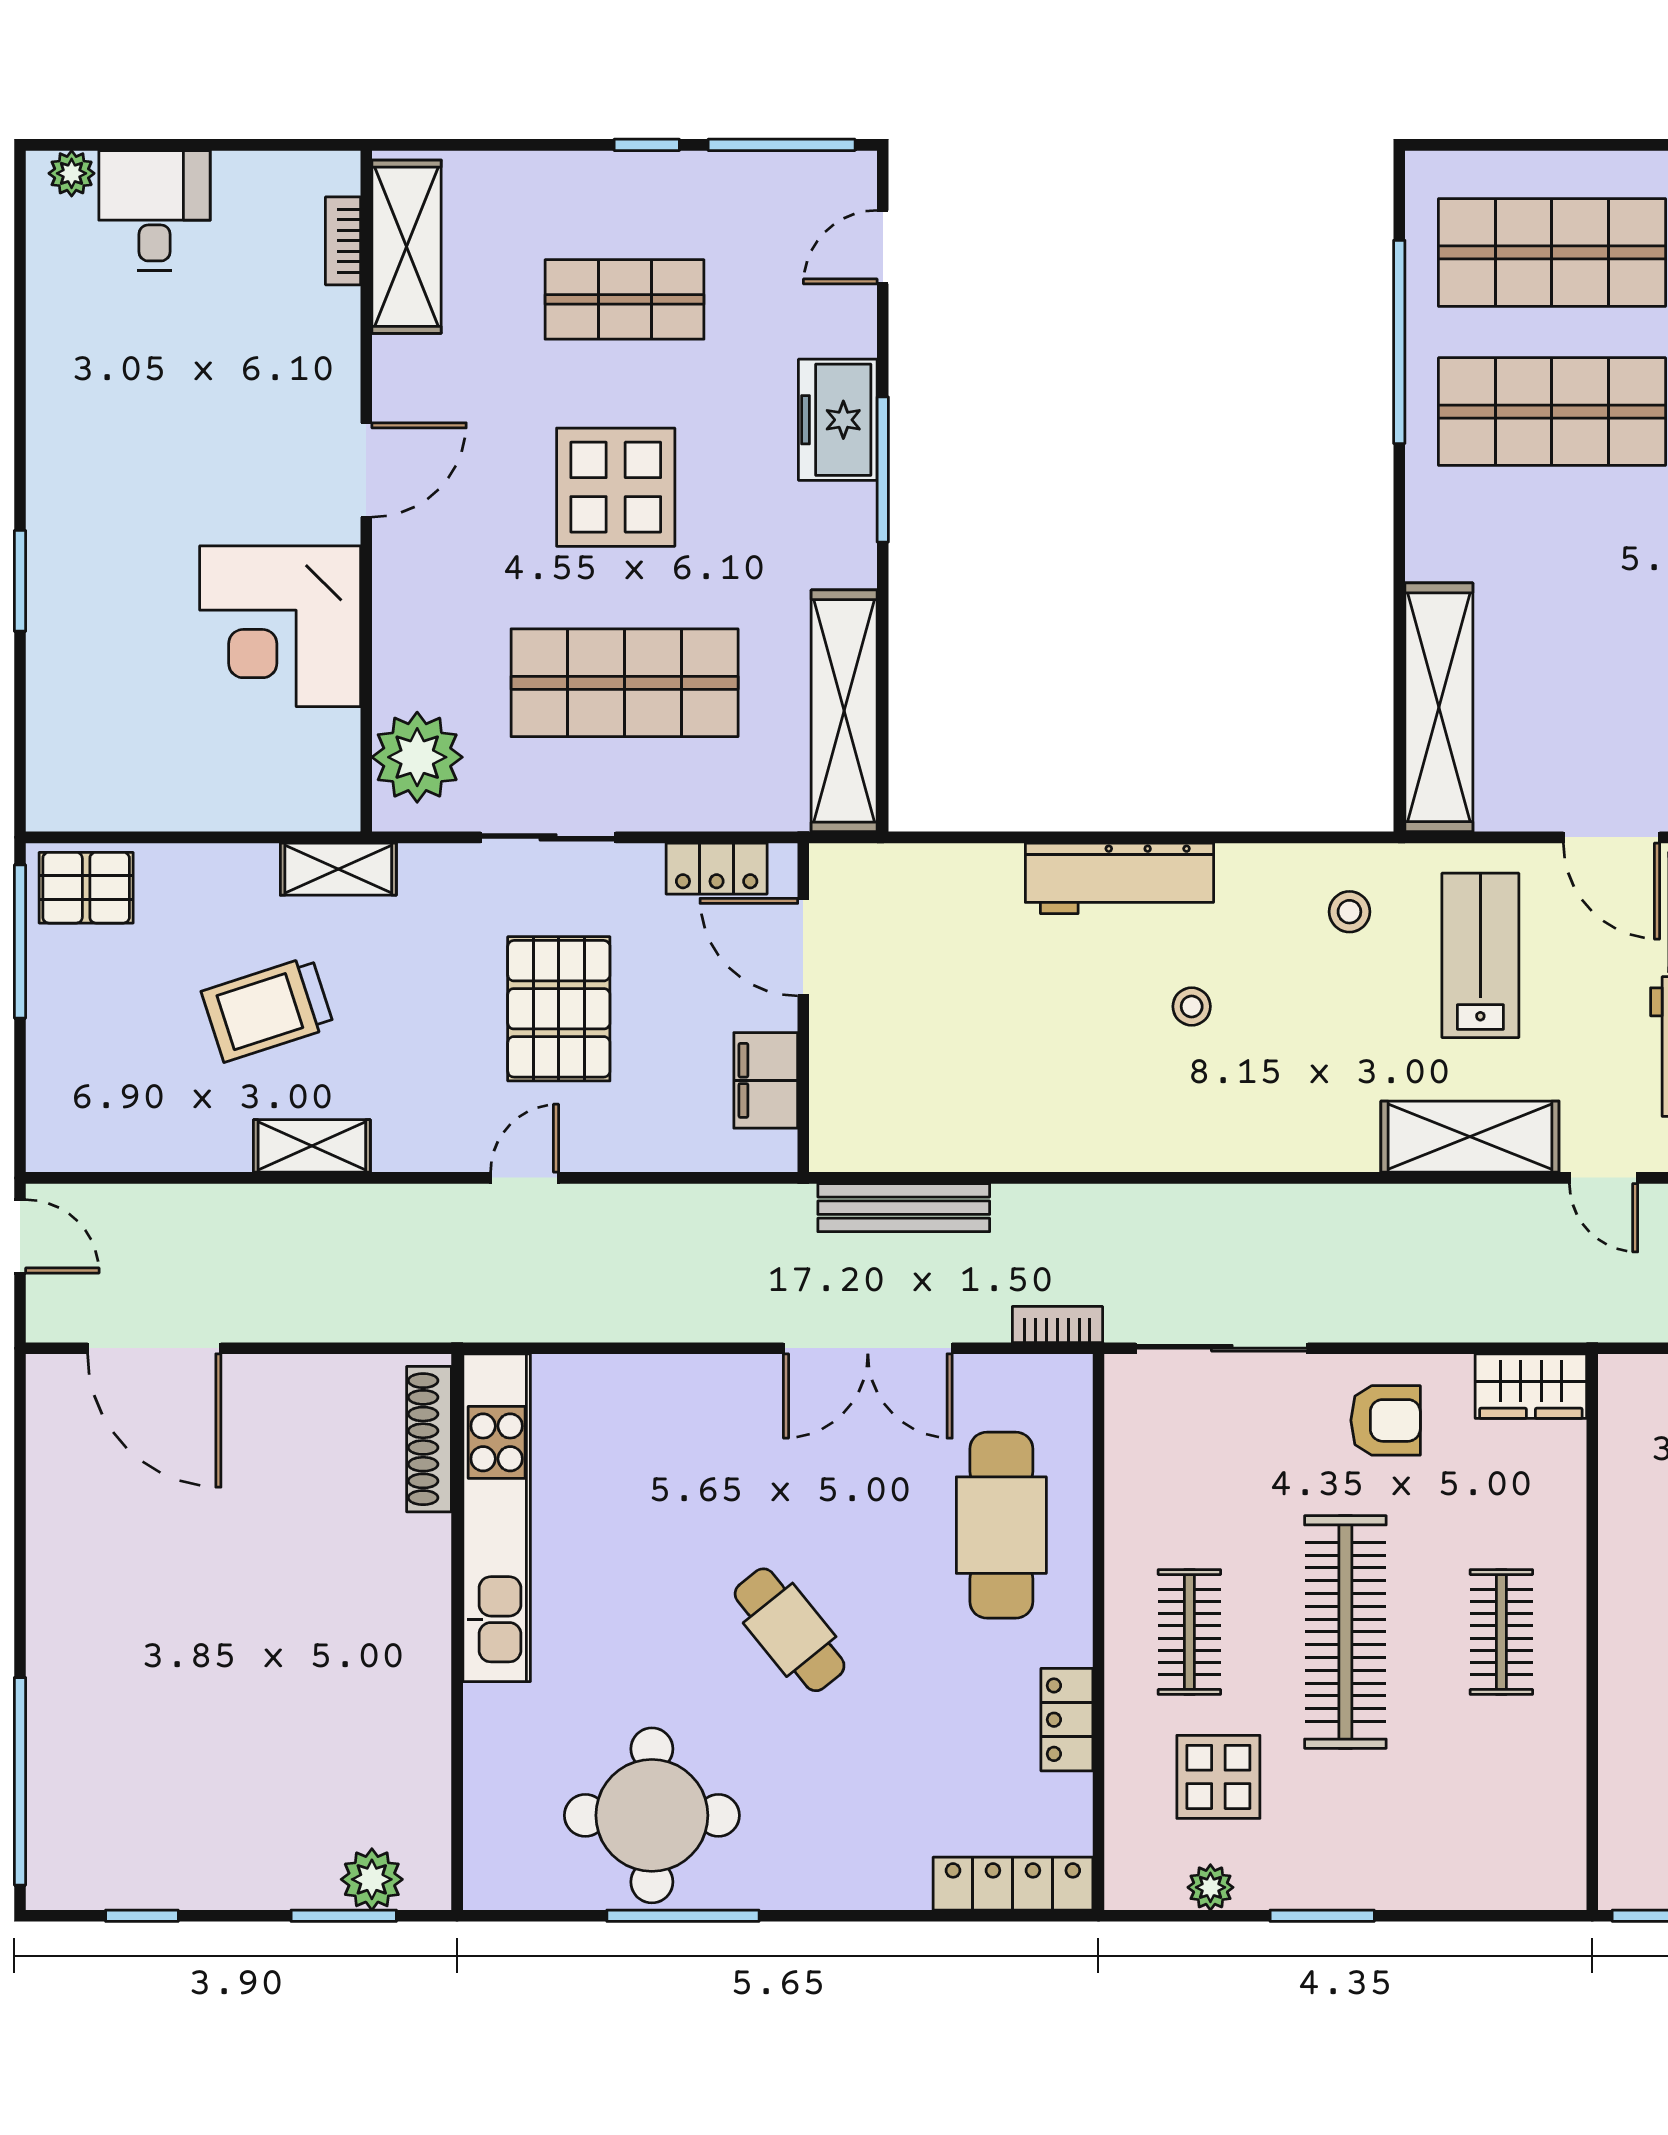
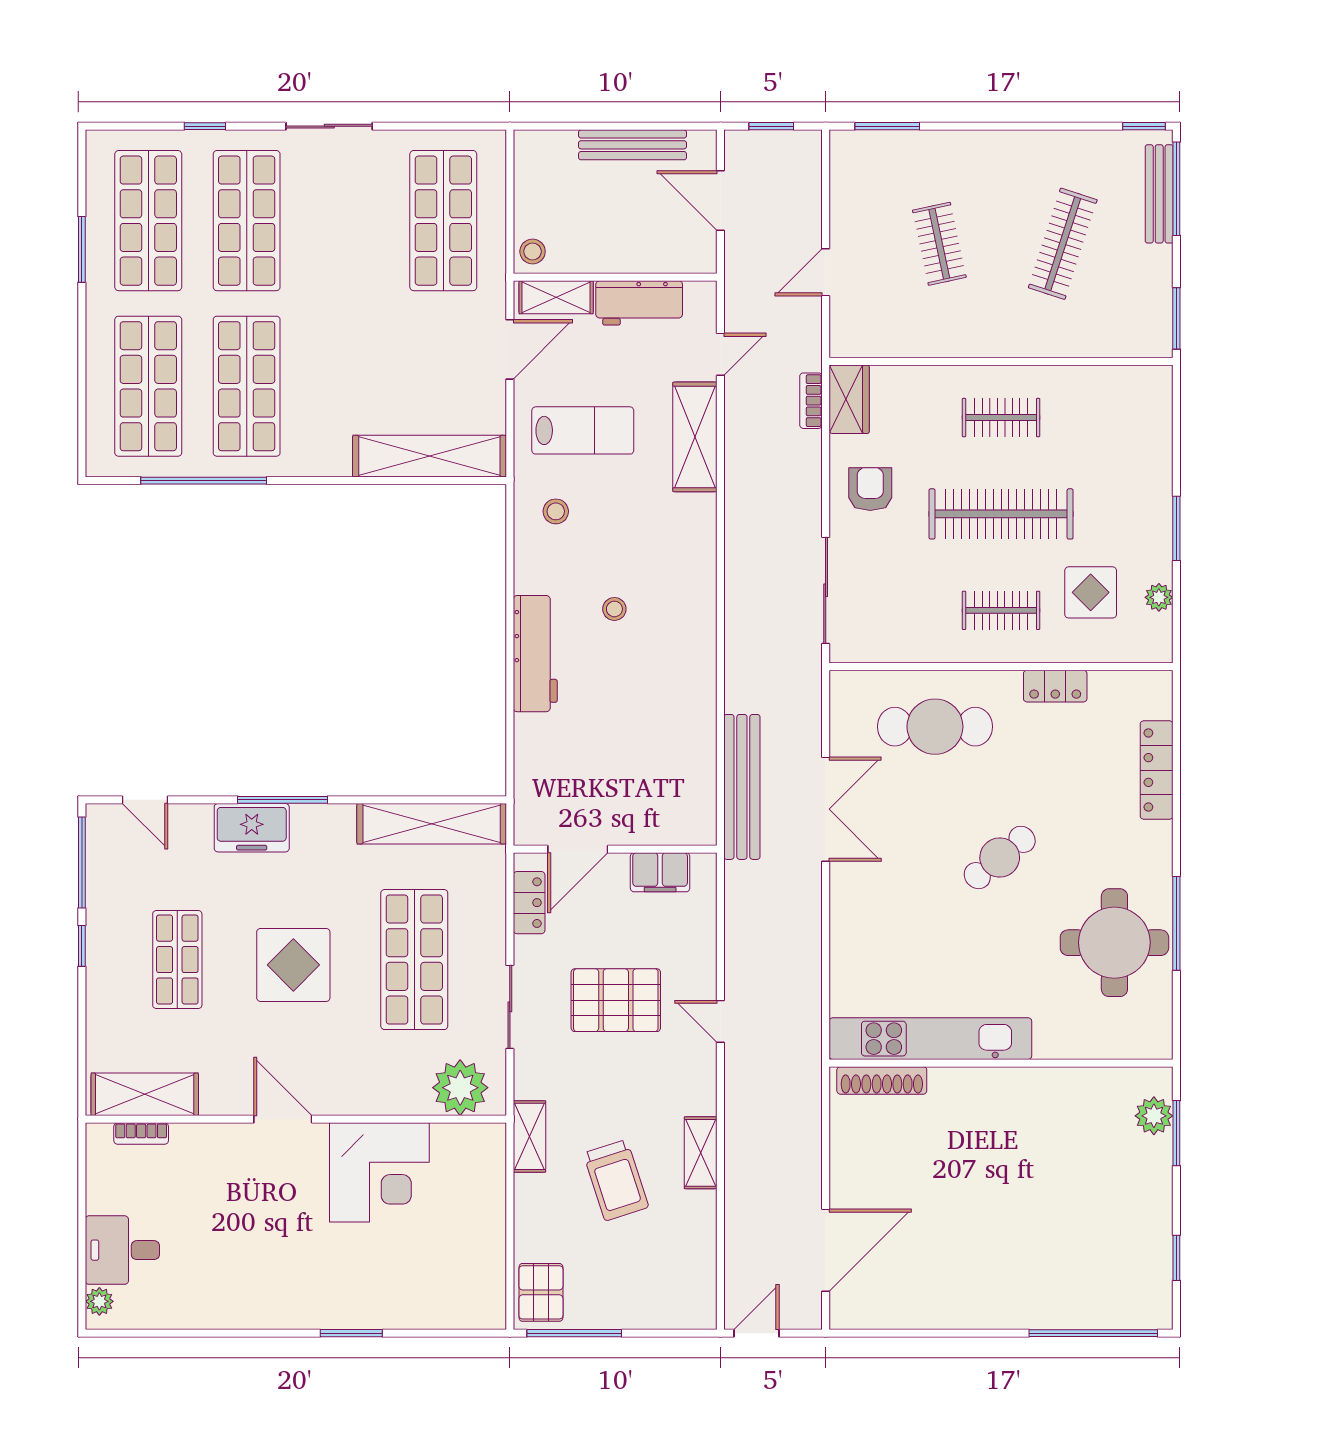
lab bench: (1480, 955) -> (583, 430), turned 180
bench: (904, 1208) -> (742, 787), width x1.37, depth x1.21
bookcase: (1057, 1324) -> (811, 401), moved
locker: (1013, 1884) -> (1157, 770), moved

